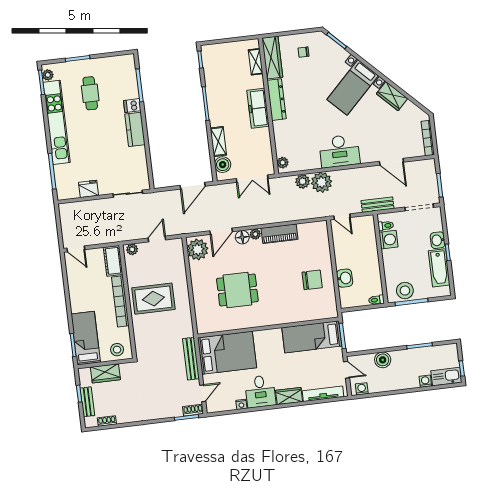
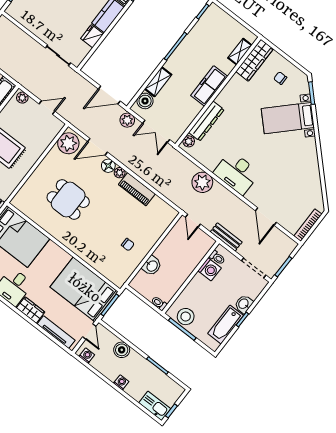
bed with nightstands: (353, 87) -> (288, 118), moved
wardrobe: (392, 96) -> (312, 171), removed
dresser: (277, 100) -> (206, 121), moved
plant: (303, 181) -> (127, 120), moved
fridge: (89, 189) -> (92, 36), moved, turned -90
chair: (312, 280) -> (128, 244), width x0.54, depth x0.54
bed: (312, 337) -> (84, 289), width x1.50
washing machine: (425, 381) -> (121, 382), moved

